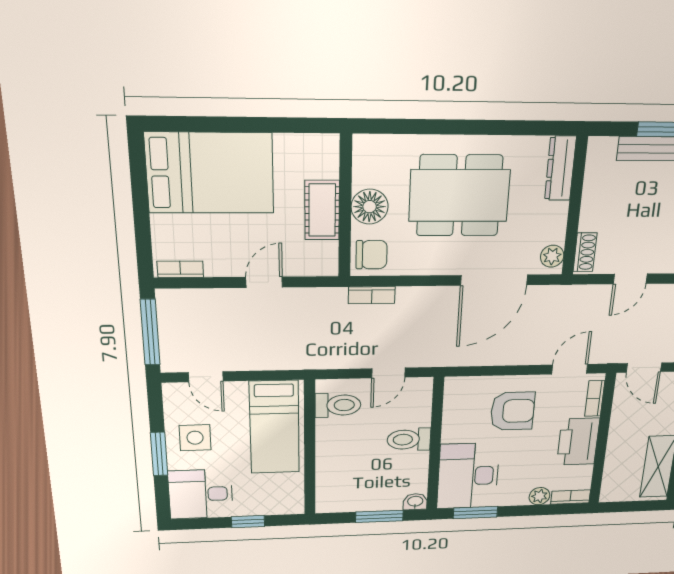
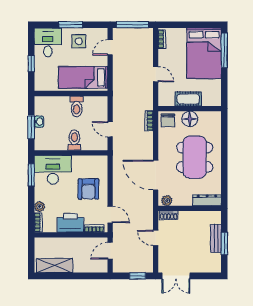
window: (201, 124) -> (224, 50), added
toilet: (338, 405) -> (77, 106), moved
washbasin: (415, 502) -> (39, 122), moved

